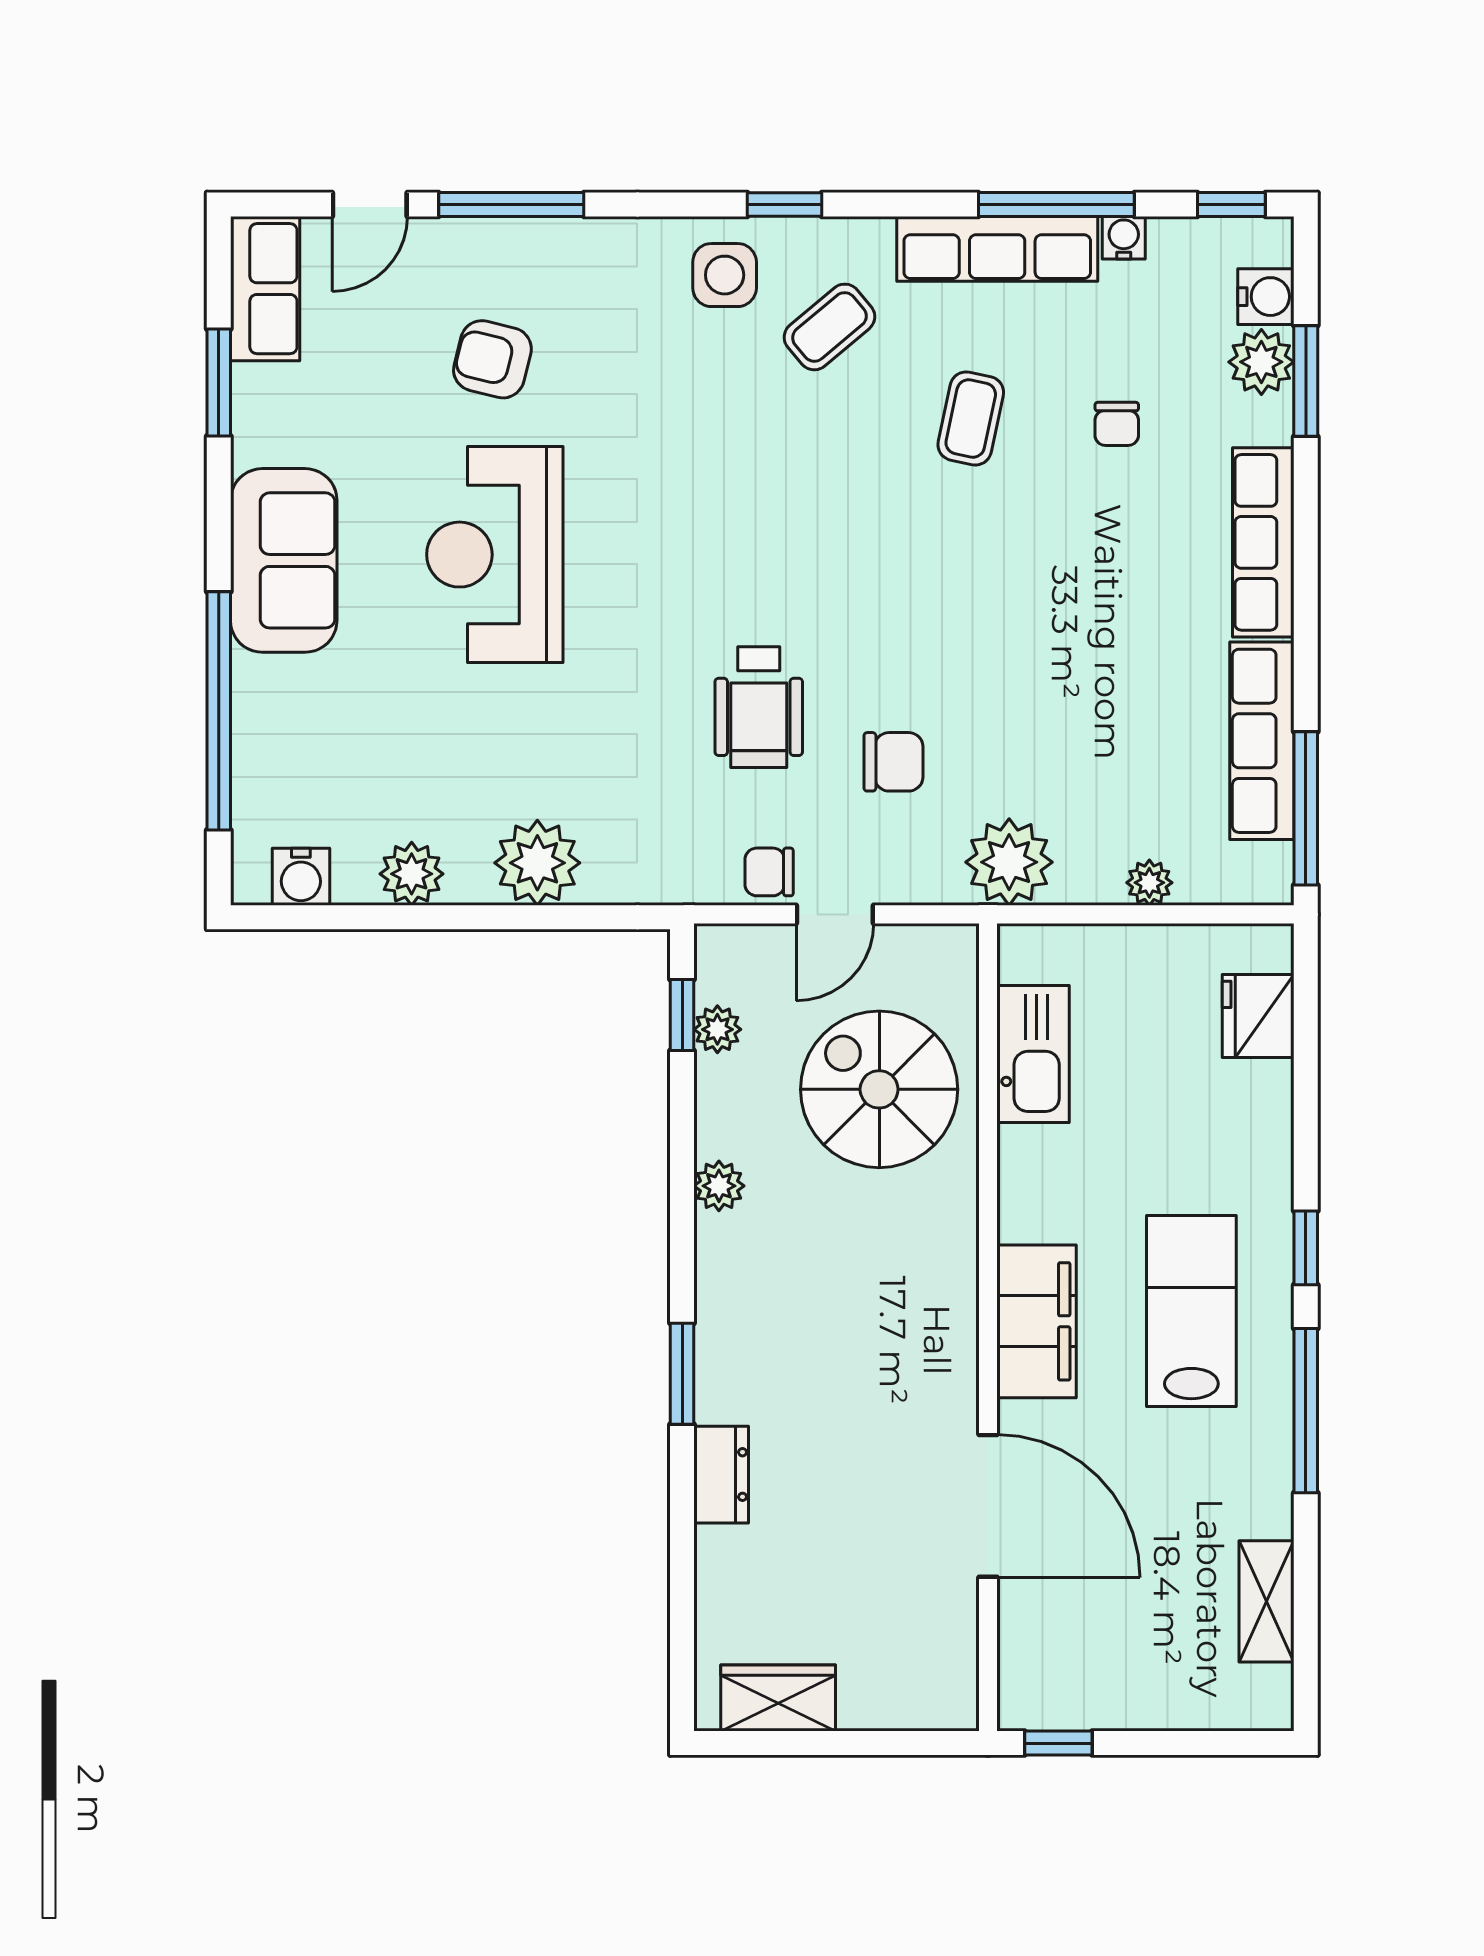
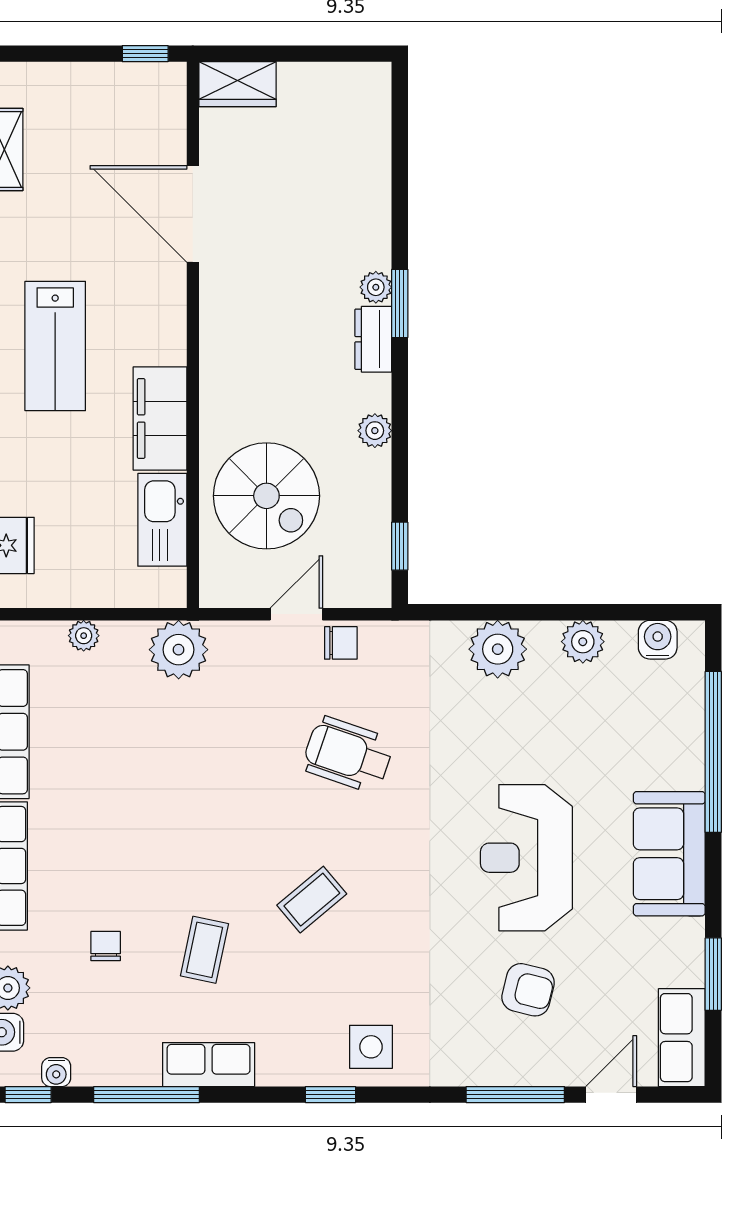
water cooler: (1124, 238) -> (56, 1072), moved
row of seats: (997, 249) -> (209, 1065), width x0.68
coffee table: (829, 327) -> (312, 900), moved
reception desk: (495, 555) -> (526, 858), turned 180
wheelchair: (759, 707) -> (348, 754), turned -71
chair: (893, 762) -> (257, 717), removed
plant: (717, 1029) -> (376, 287), moved
filing cabinet: (1036, 1321) -> (160, 418), moved
dresser: (721, 1475) -> (373, 339), moved
wardrobe: (778, 1698) -> (238, 84), moved

